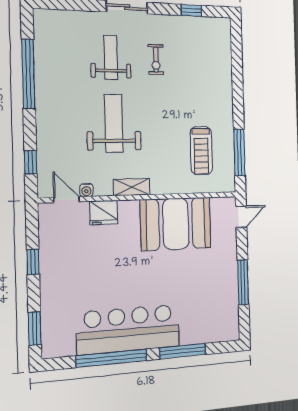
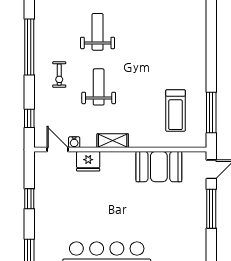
exercise bike: (156, 60) -> (59, 75), moved
weight bench: (114, 123) -> (99, 87), width x0.73, depth x0.75
booth: (176, 224) -> (159, 167), width x0.73, depth x0.70
window: (243, 282) -> (211, 209), moved

